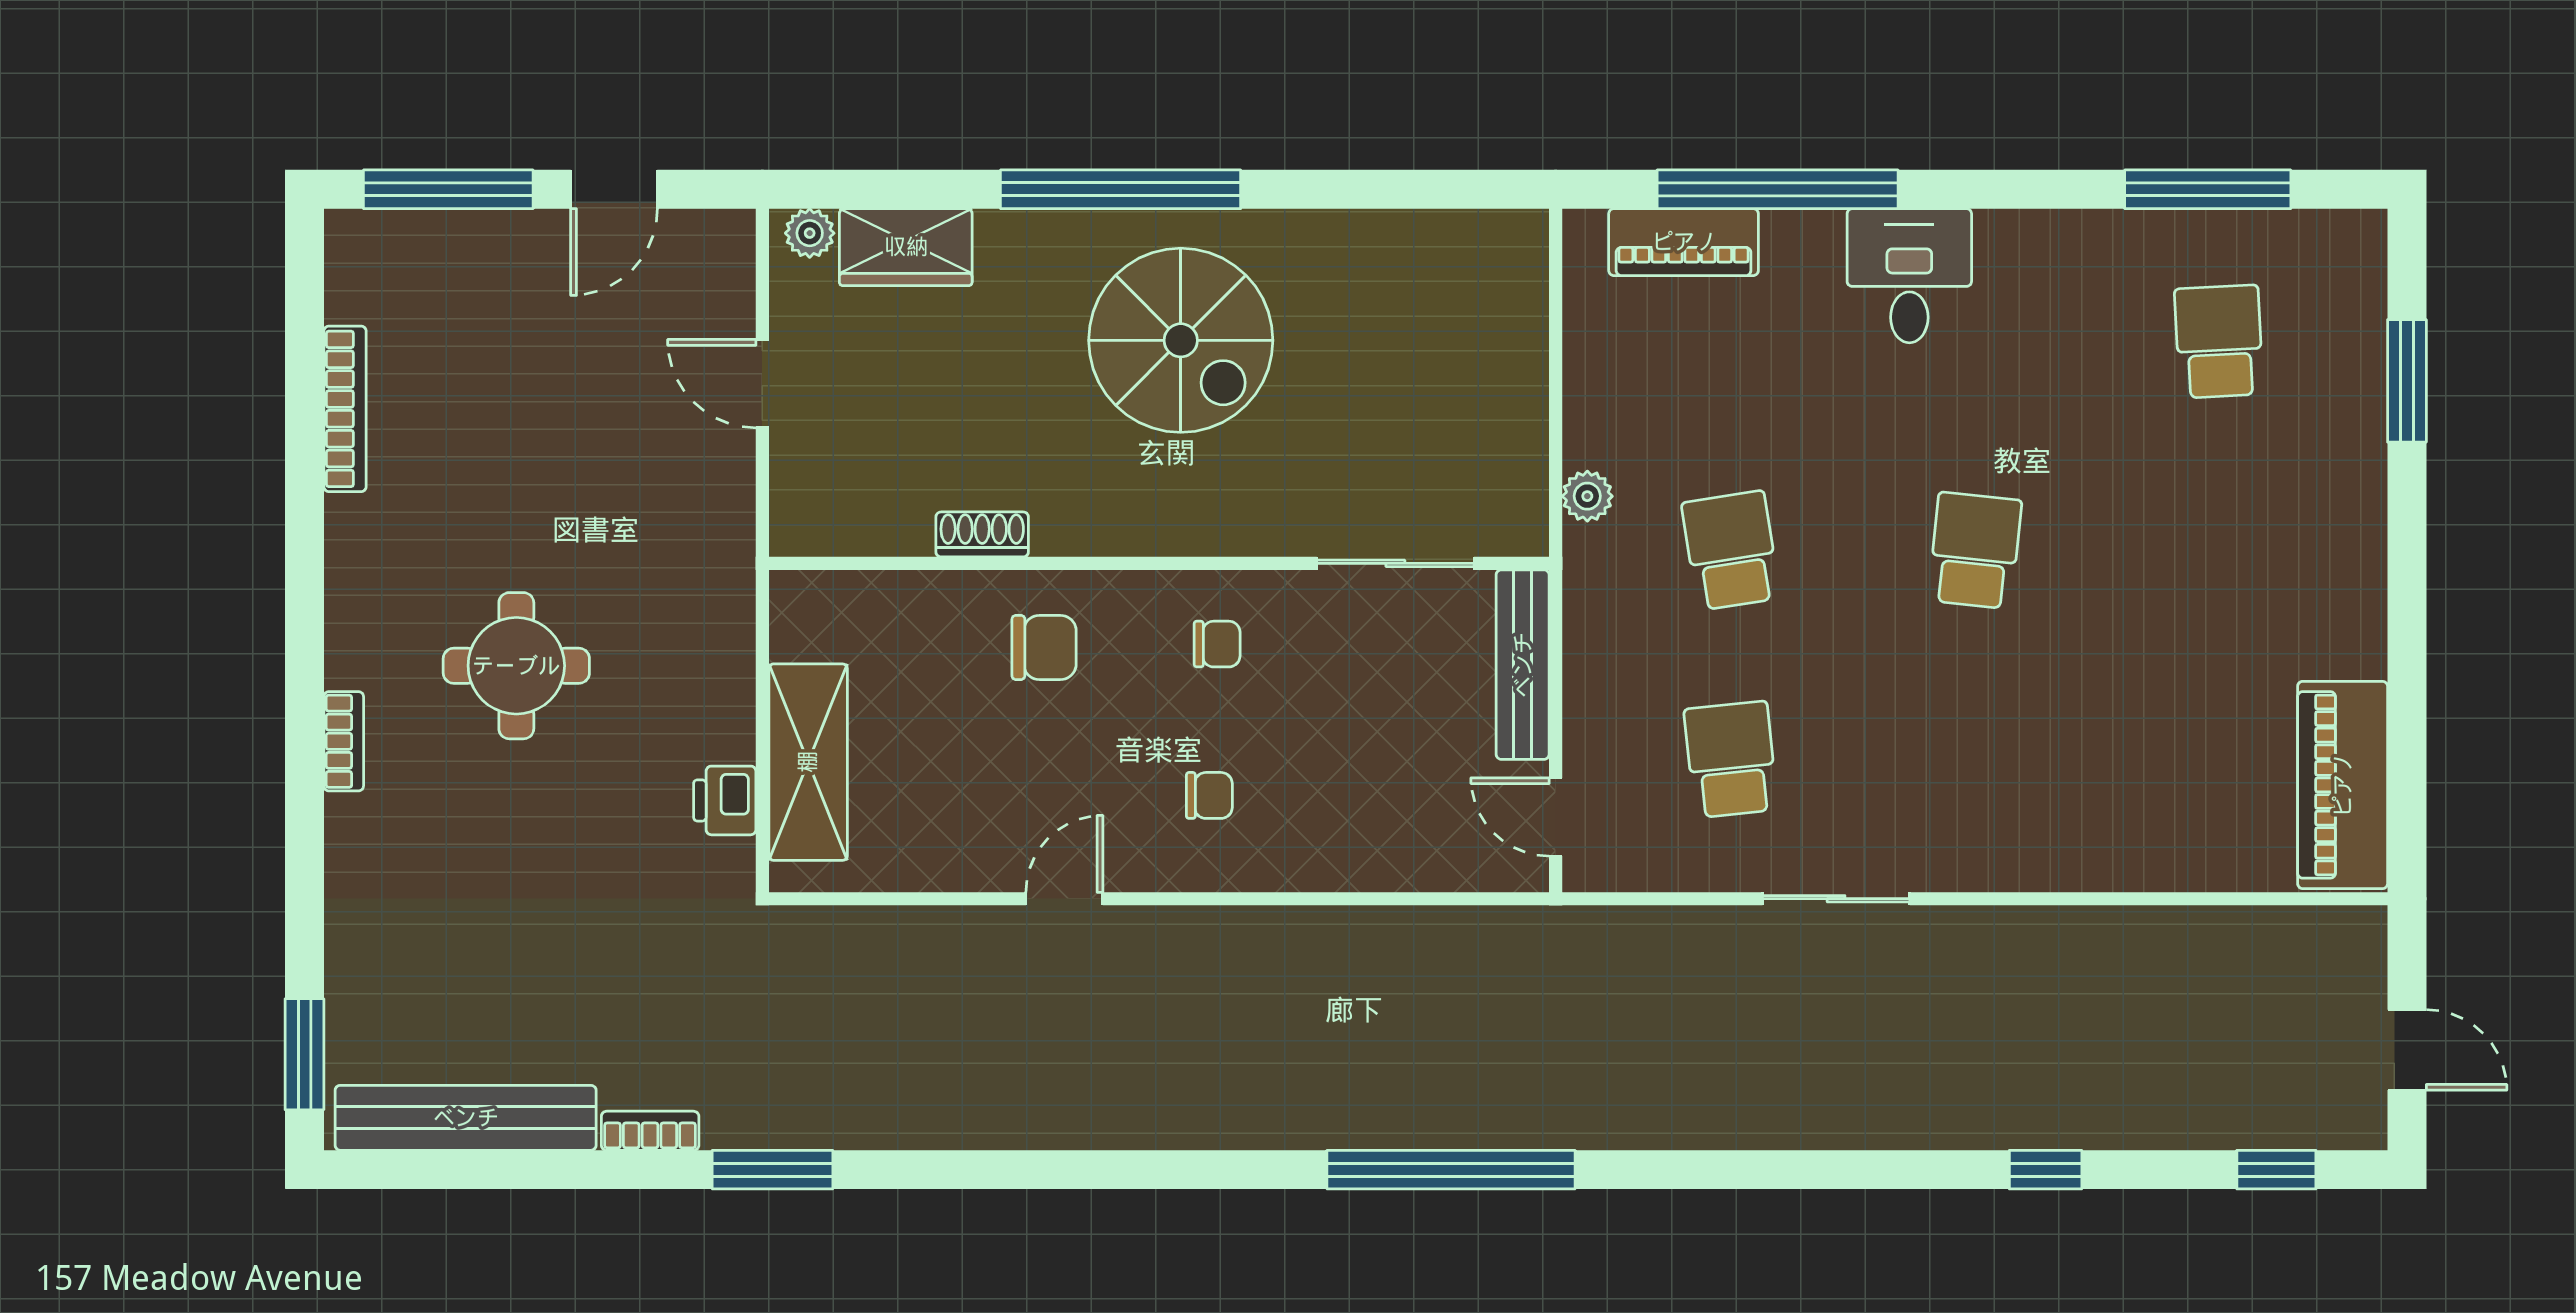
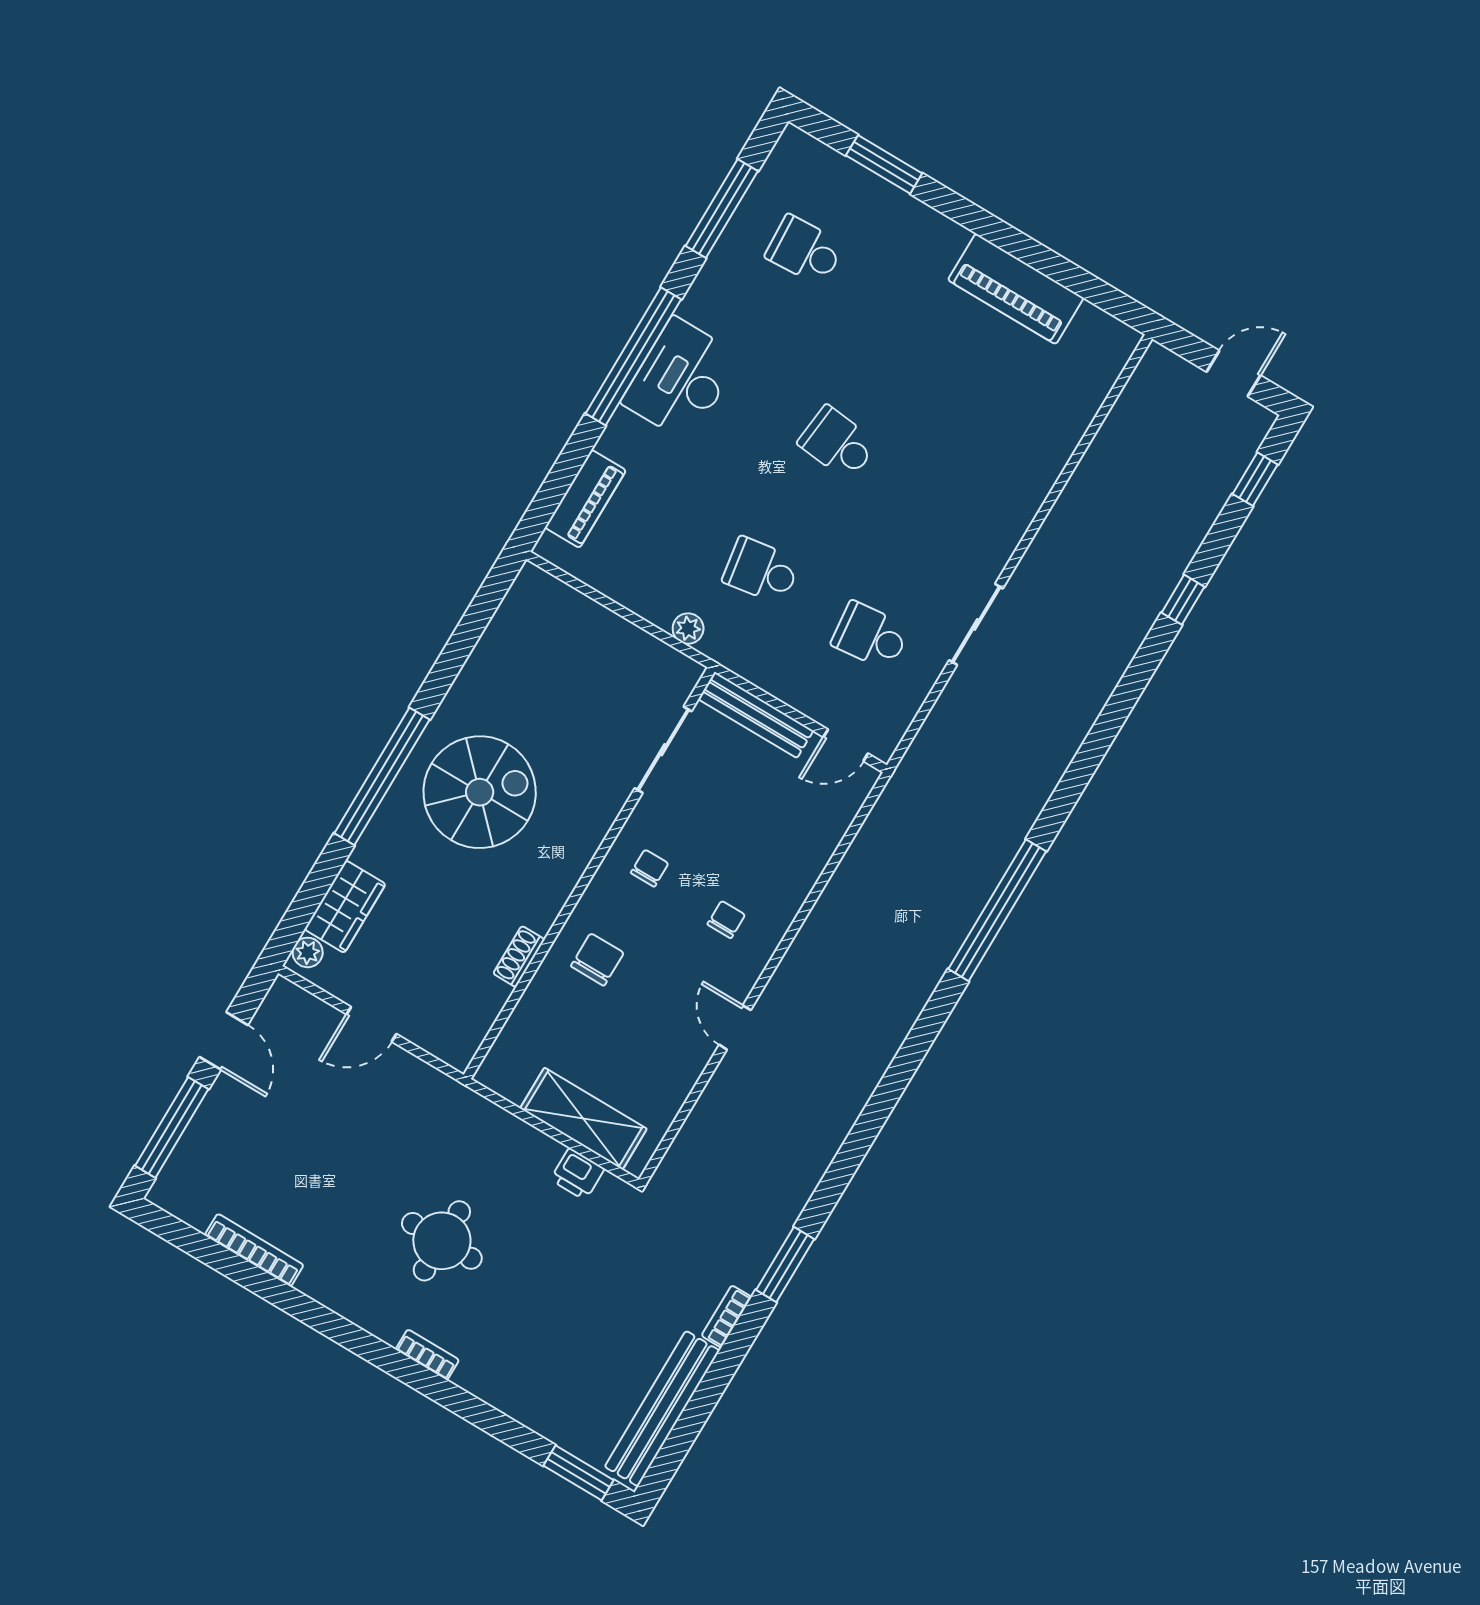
window: (1778, 189) -> (633, 356), moved
desk: (1909, 276) -> (681, 379), width x1.37
piano: (2343, 785) -> (1016, 289), moved

